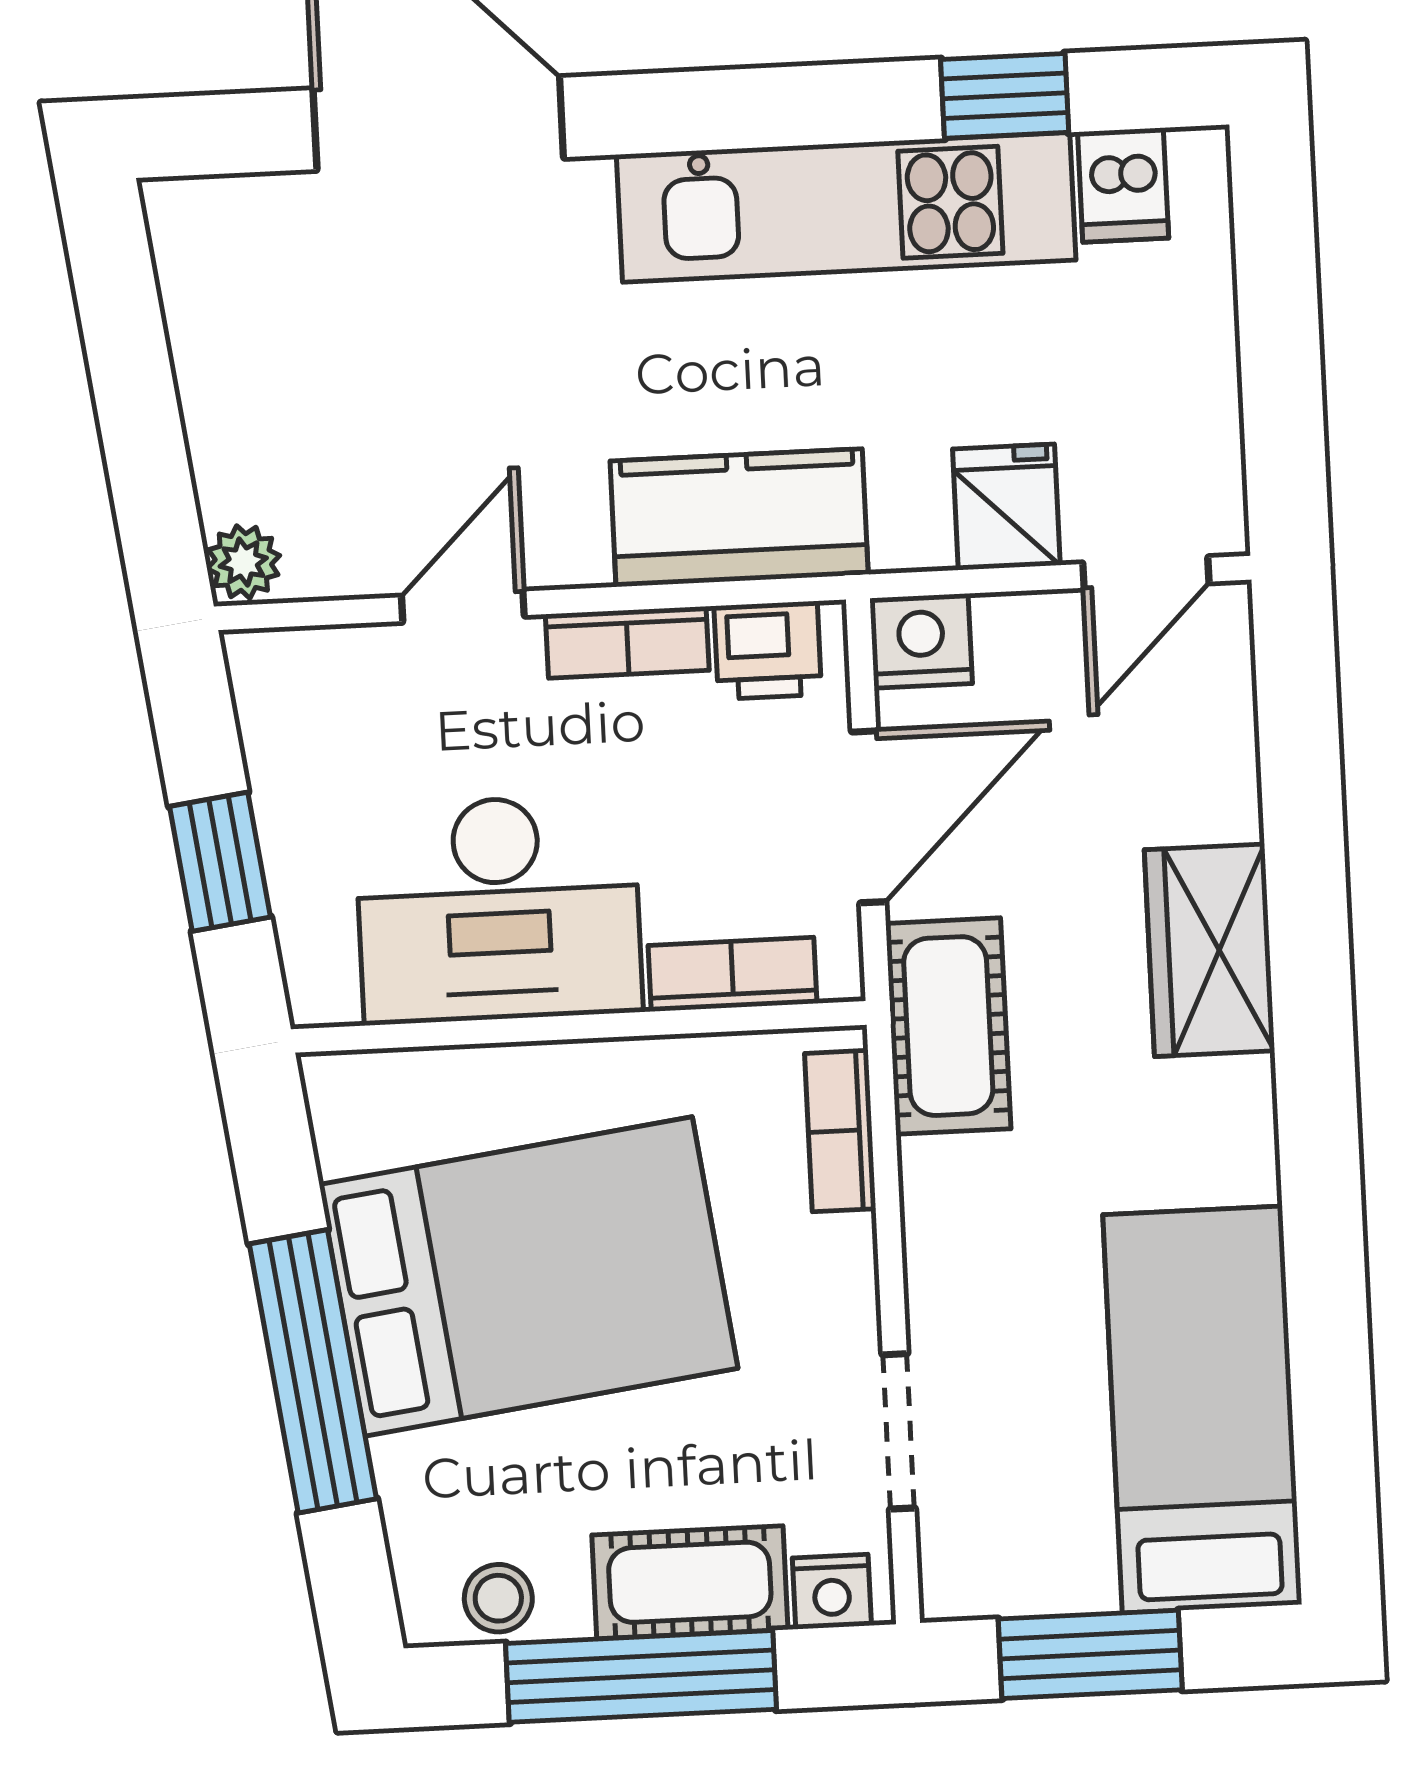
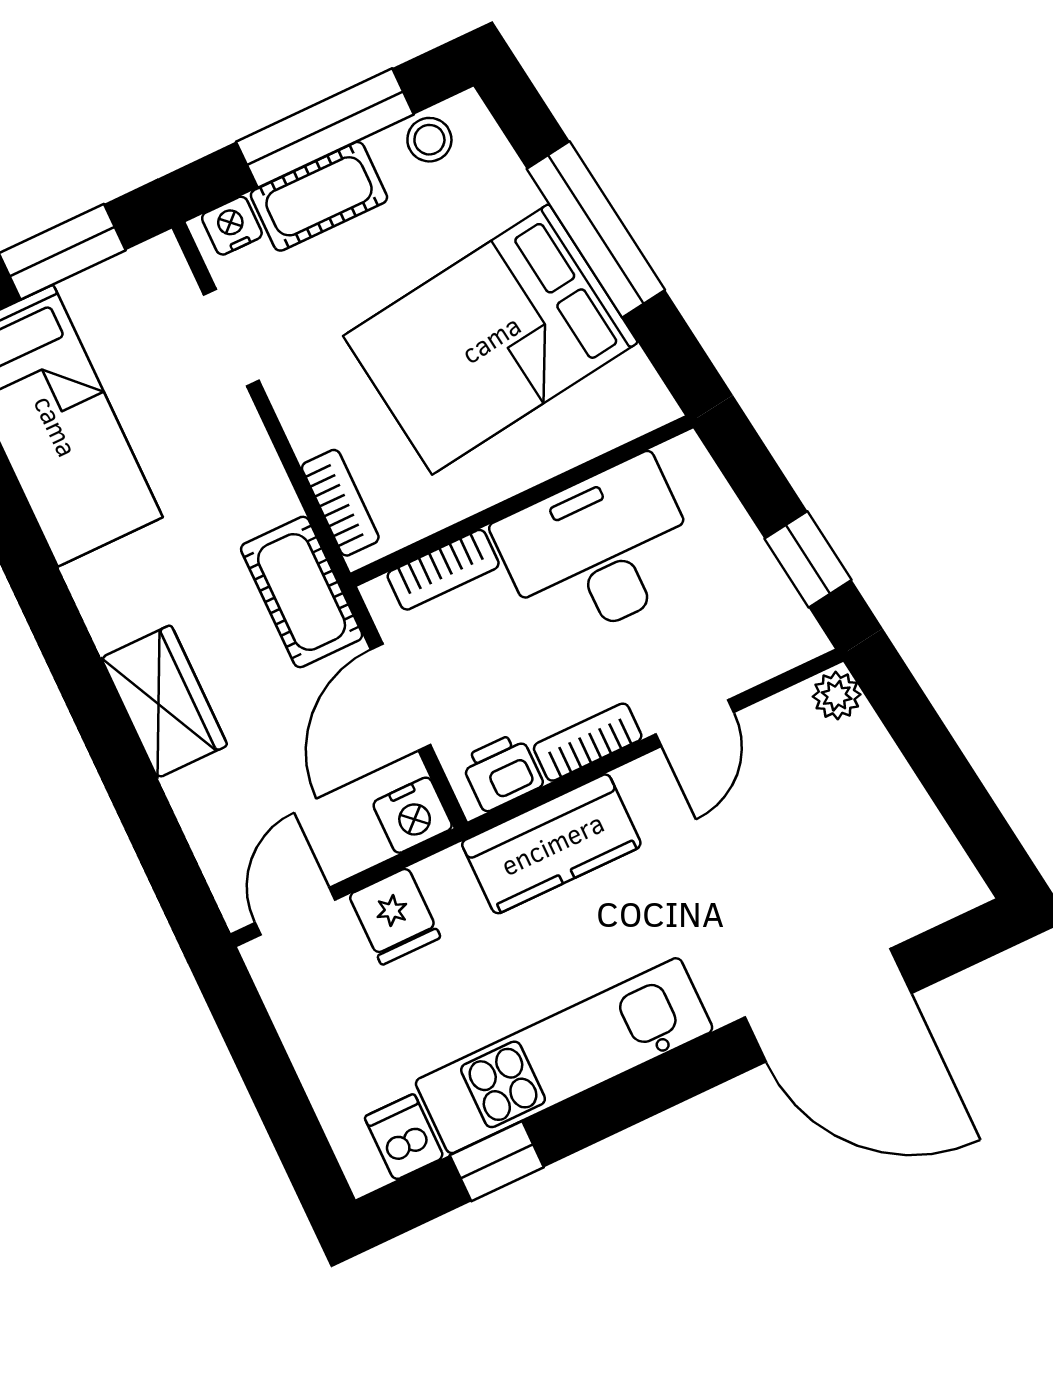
window: (220, 862) -> (808, 559), moved

